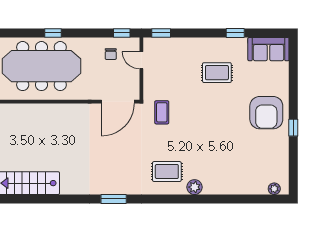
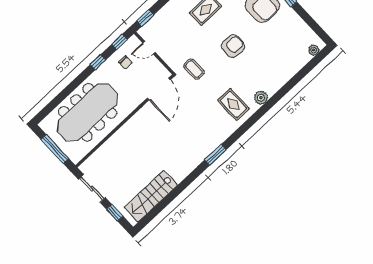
window: (53, 33) -> (98, 62), moved
armchair: (211, 123) -> (233, 46), added
rug: (167, 172) -> (233, 104), turned 90

